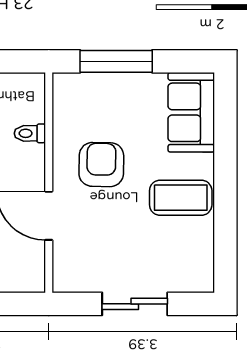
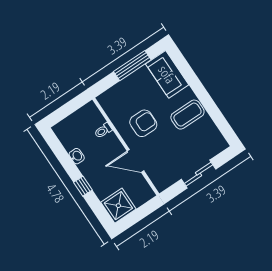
window: (116, 61) -> (132, 66), moved
armchair: (101, 165) -> (143, 123), turned 89

